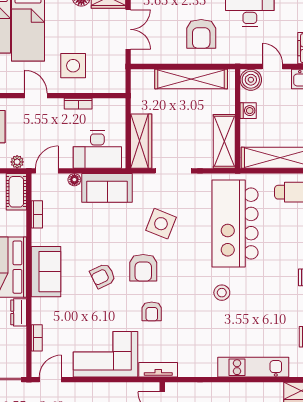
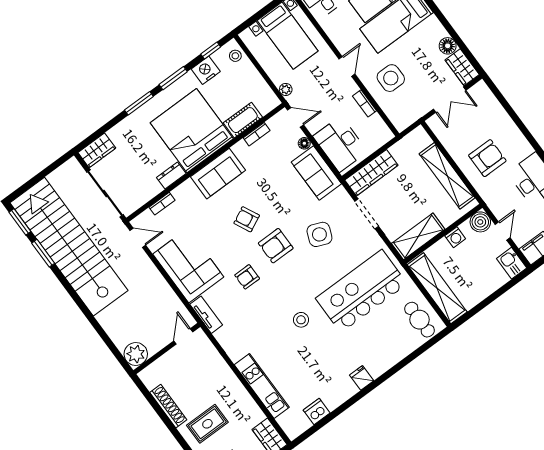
armchair: (201, 34) -> (487, 158), turned 180
cot: (16, 192) -> (243, 120), moved

